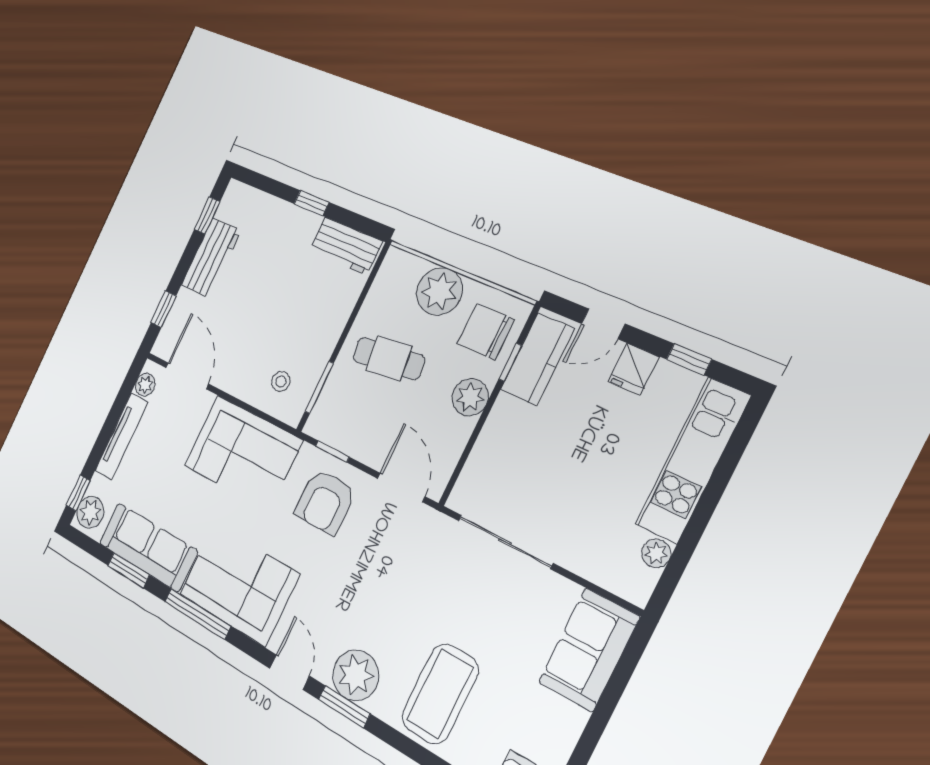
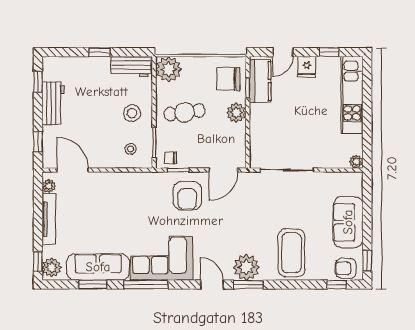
plant: (439, 291) -> (169, 69), moved
stool: (311, 323) -> (132, 113), added
chair: (331, 425) -> (170, 158), added
corner sofa: (243, 453) -> (128, 194), removed
door: (401, 487) -> (223, 170), swing flipped
plant: (656, 553) -> (356, 162), moved
sofa: (589, 650) -> (348, 222), moved

